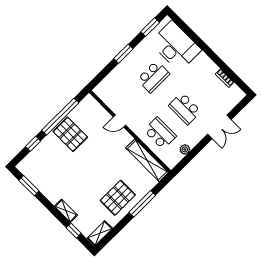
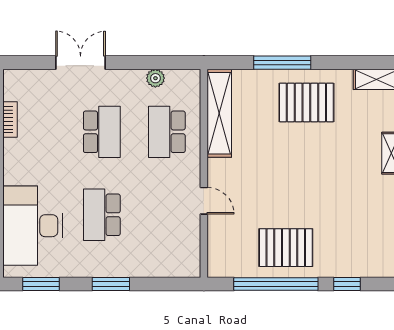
school desk: (153, 77) -> (102, 215), turned -90
pallet: (70, 134) -> (286, 248), turned 90

